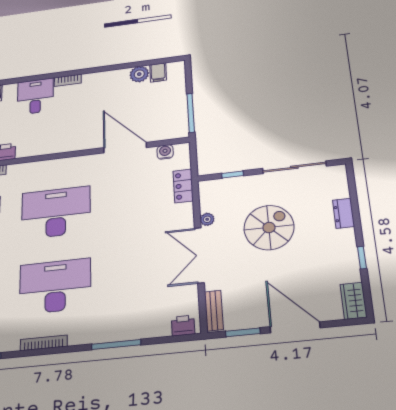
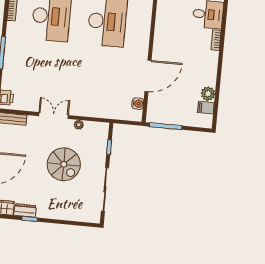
locker: (183, 186) -> (108, 112), removed
dresser: (344, 213) -> (25, 211), moved
double door: (199, 255) -> (54, 116), width x0.73

